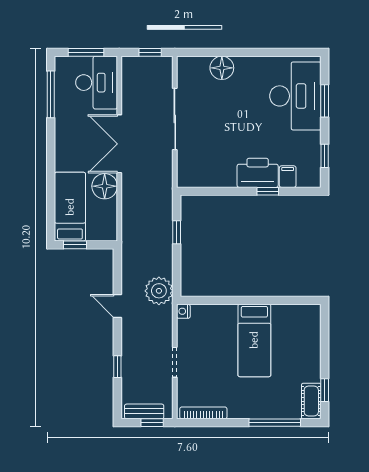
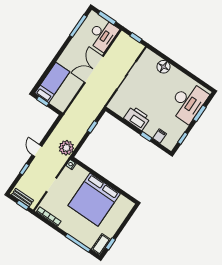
printer: (258, 173) -> (137, 118), moved
floor lamp: (105, 186) -> (74, 84), removed
door: (117, 306) -> (37, 151), moved
bed: (254, 340) -> (94, 200), width x2.04

